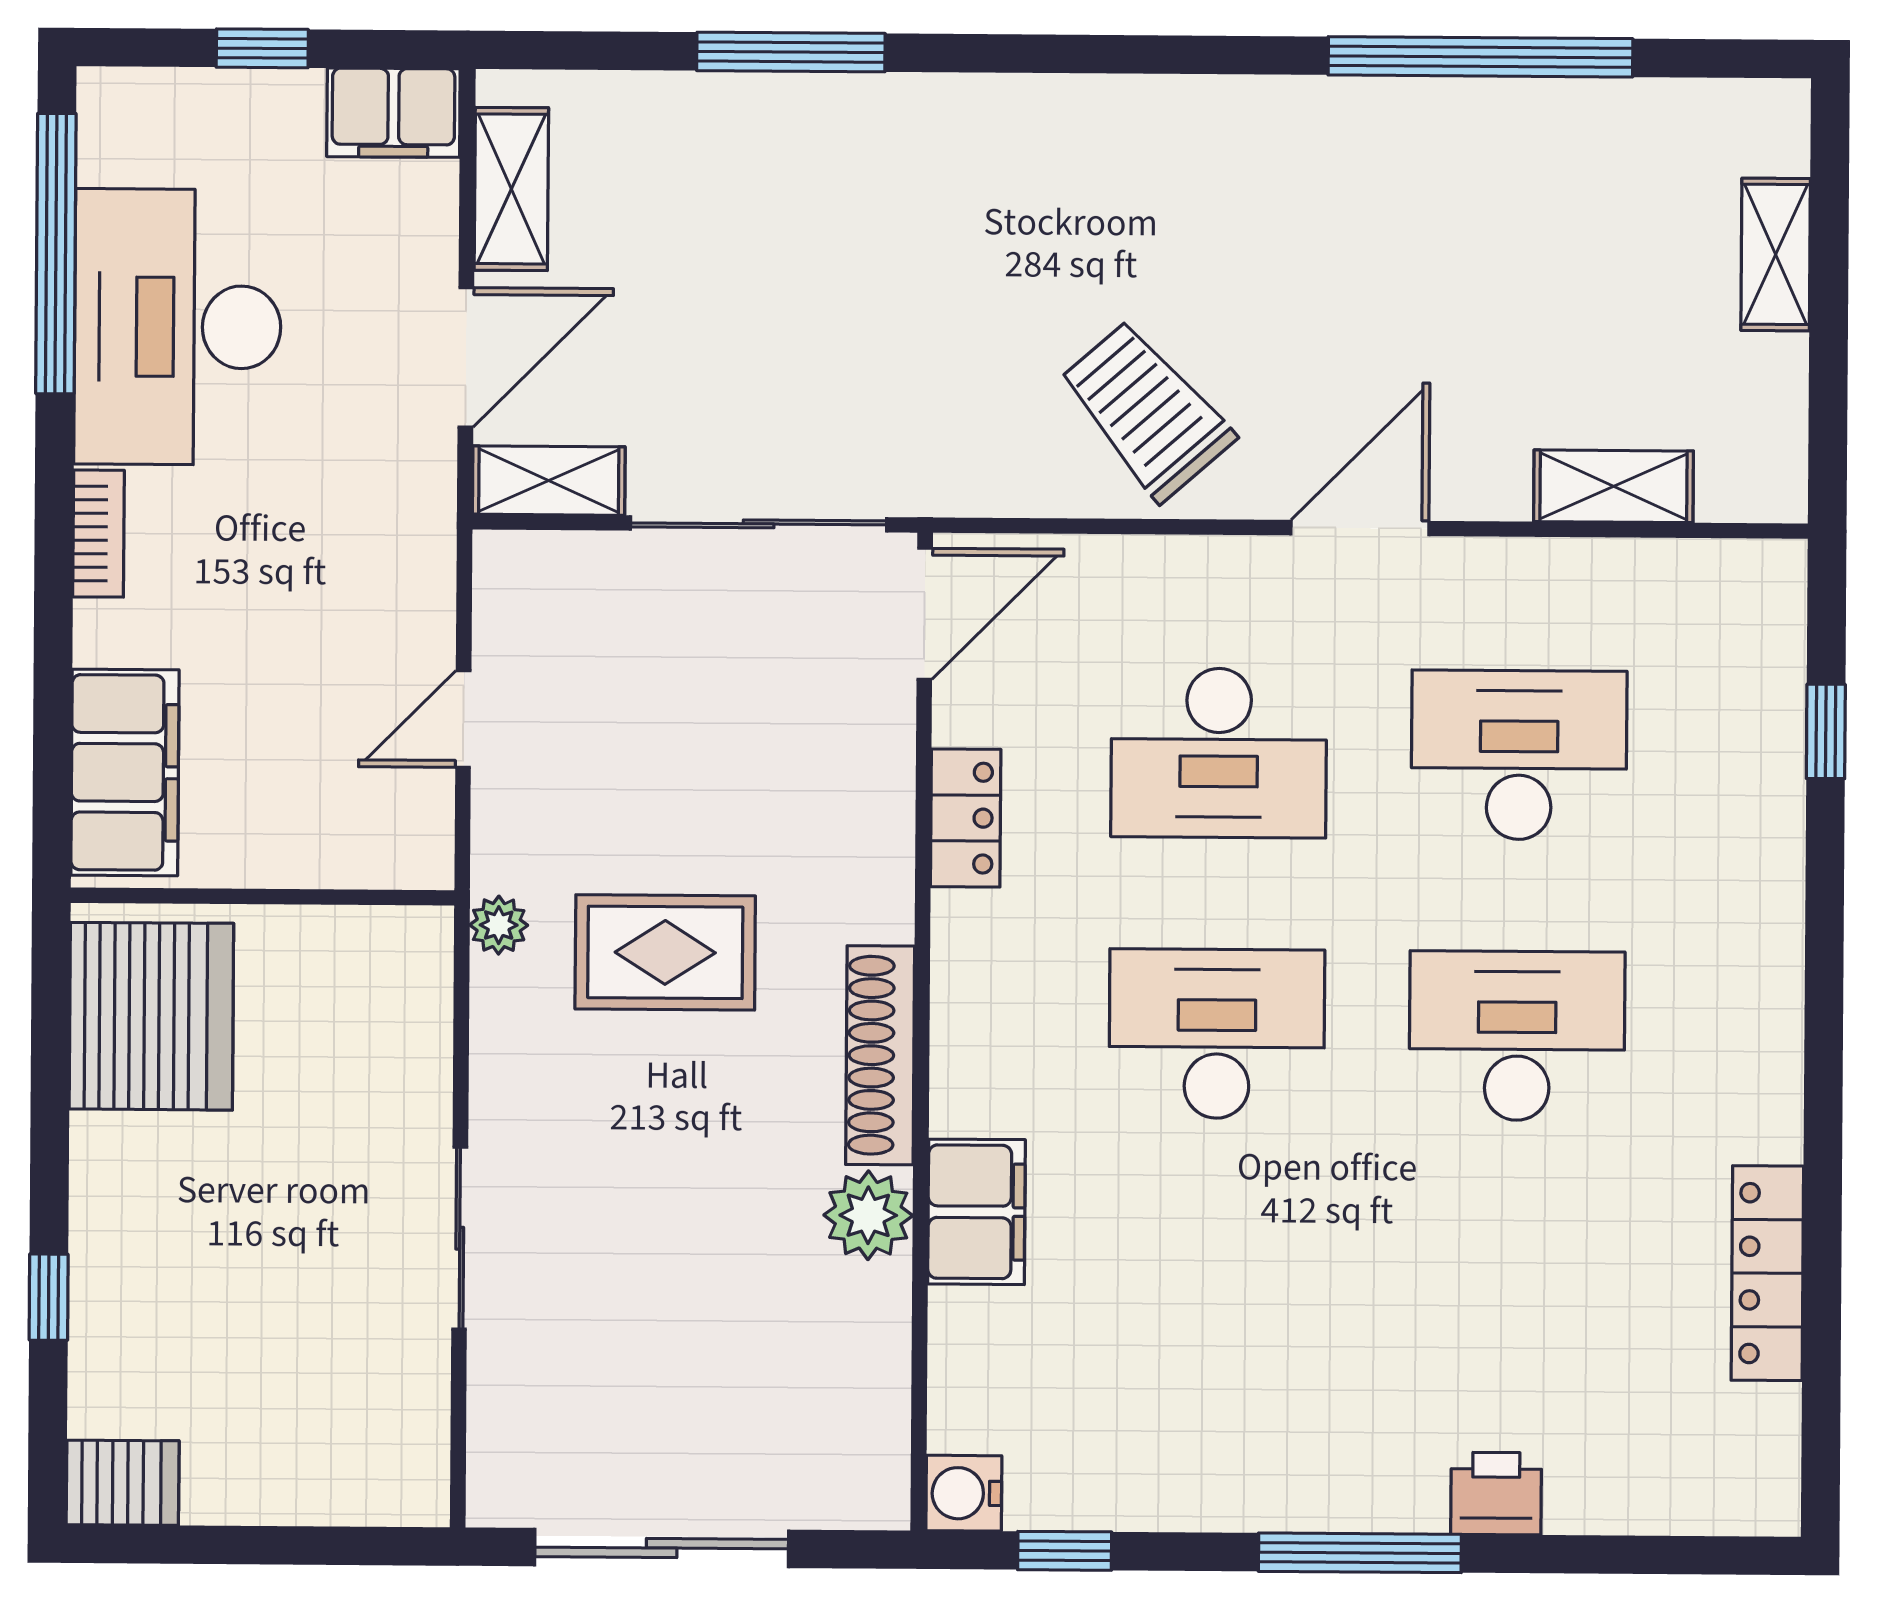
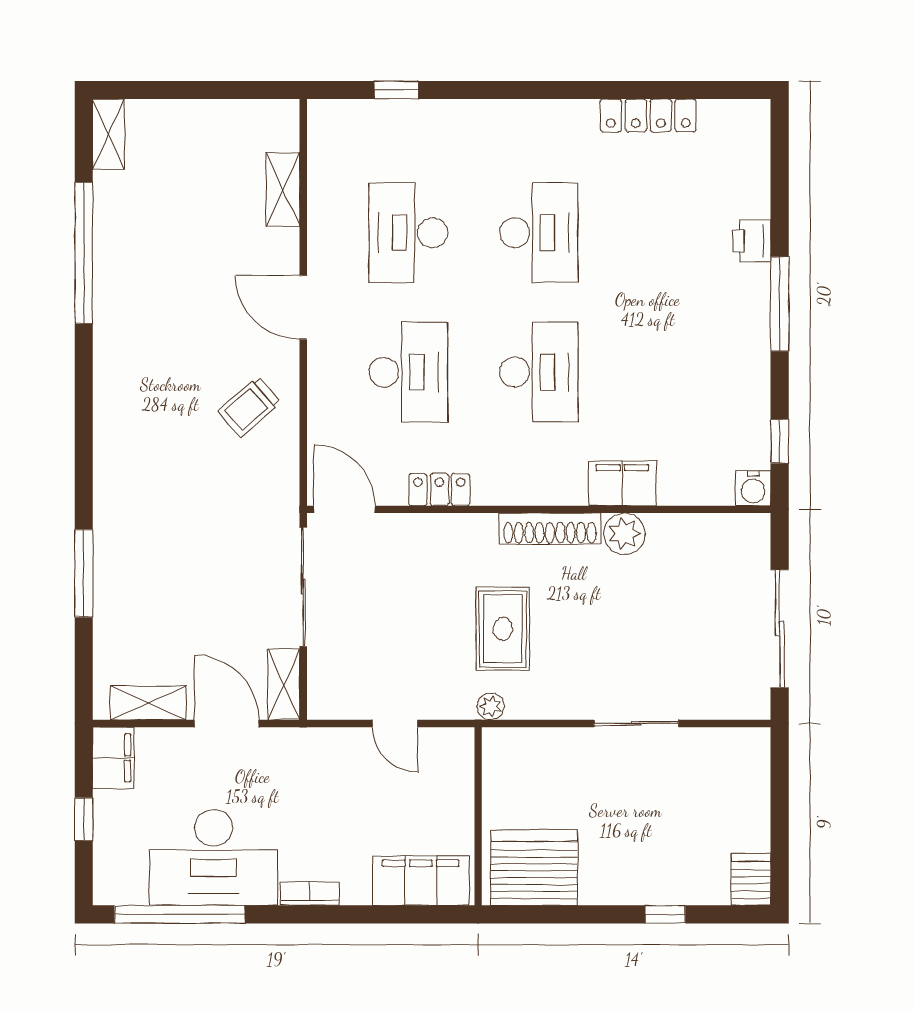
shelving: (1776, 254) -> (109, 134), moved, turned 90
trolley: (1147, 410) -> (249, 407), width x0.73, depth x0.72
desk: (1217, 1034) -> (539, 372), turned 180
desk: (1517, 1036) -> (539, 233), turned 180

